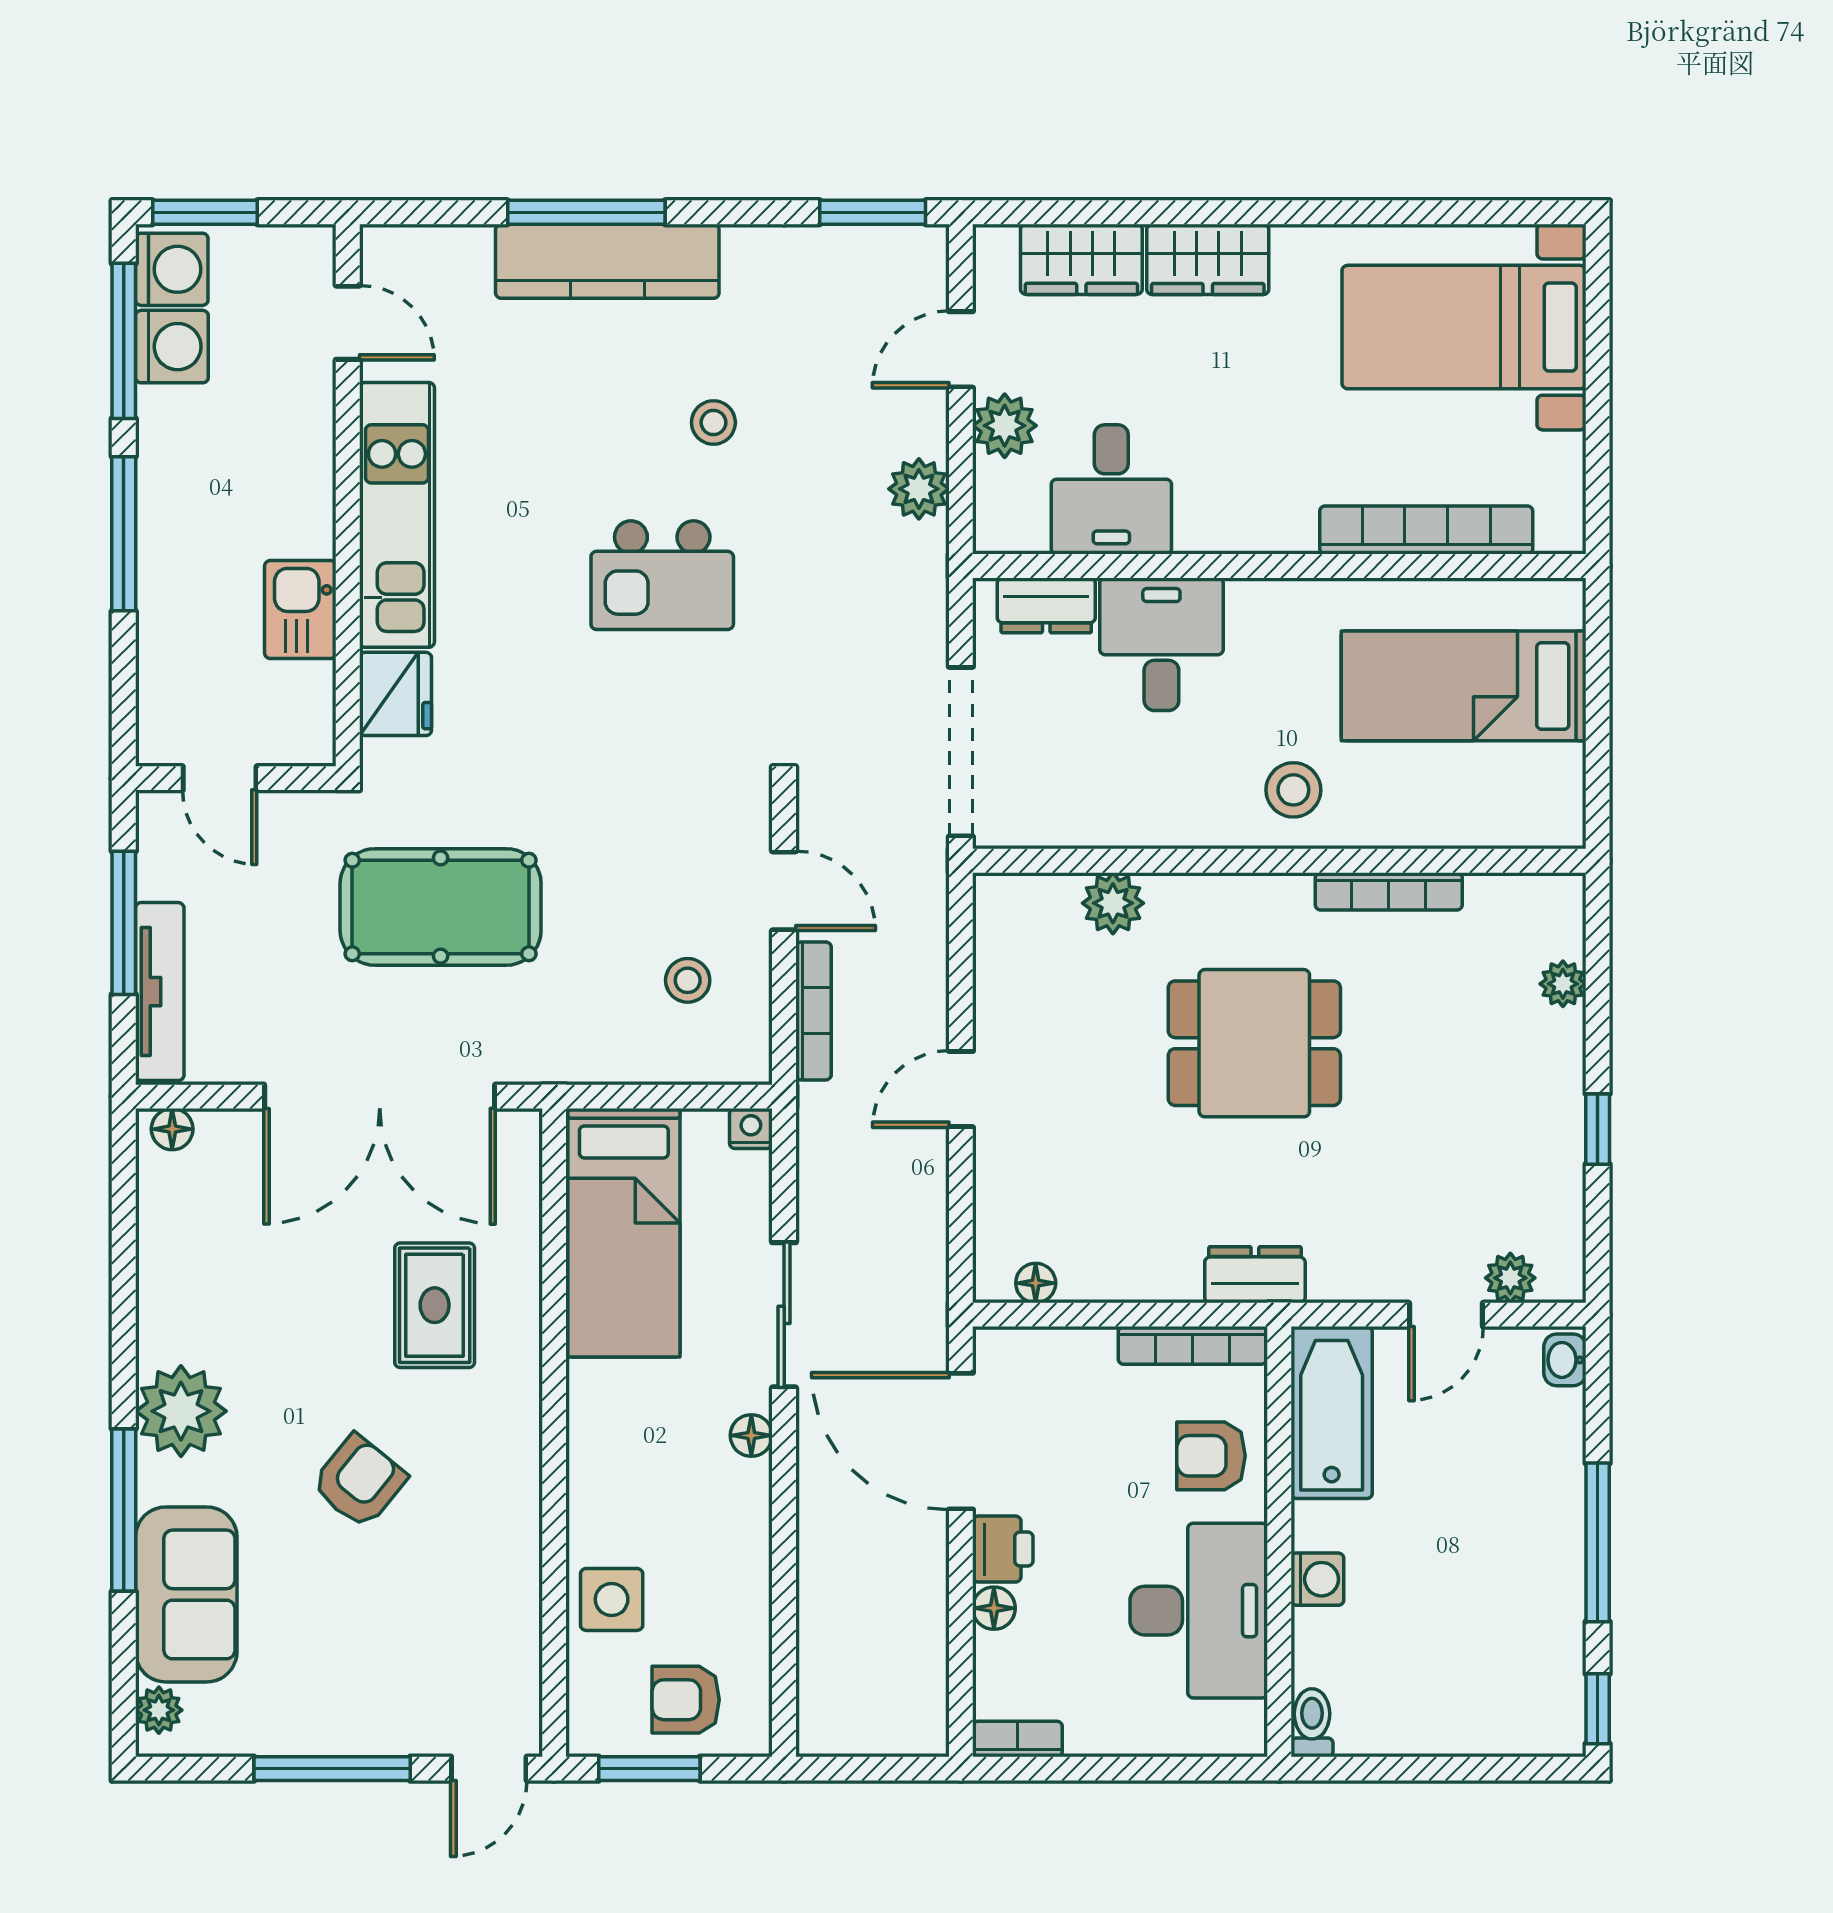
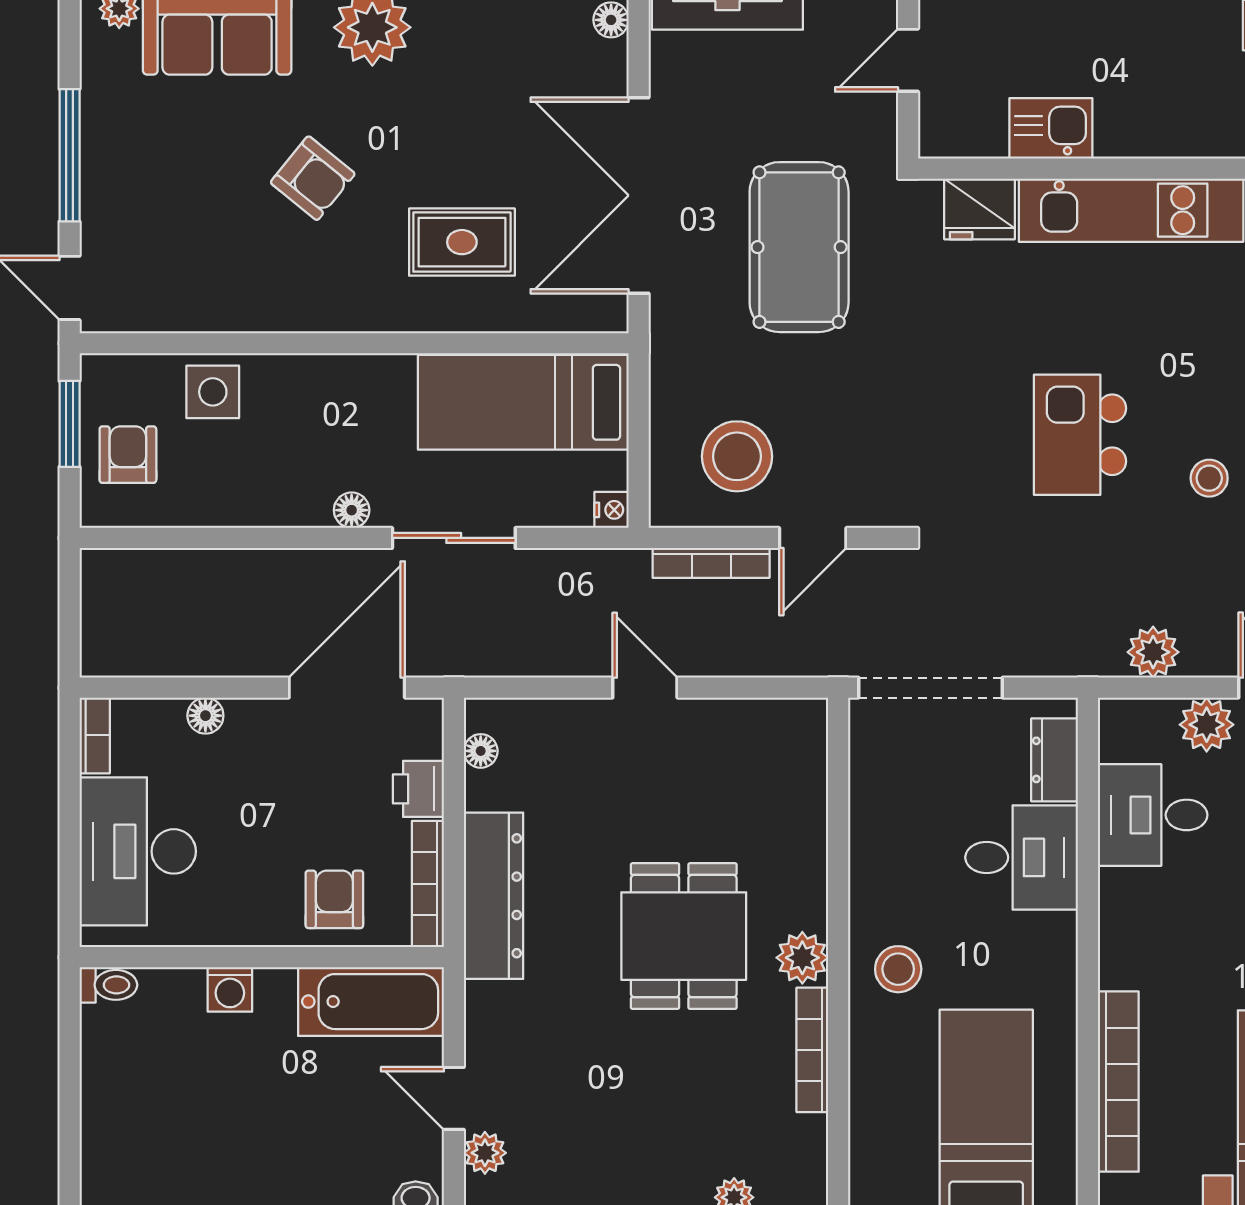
plant: (1113, 903) -> (802, 958), moved
stool: (688, 980) -> (737, 456), width x1.89, depth x1.89
dresser: (1255, 1275) -> (494, 896), width x1.96, depth x1.24
printer: (1003, 1549) -> (418, 789), moved, turned 90
desk: (1199, 1611) -> (138, 851), moved, turned 90

